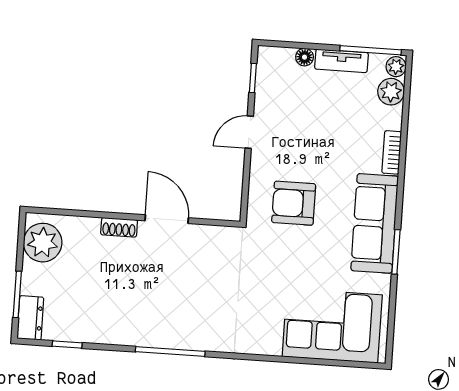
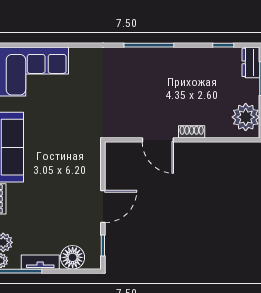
floor lamp: (305, 57) -> (73, 257), width x1.89, depth x1.89
door: (249, 132) -> (103, 206), width x1.38
armchair: (294, 203) -> (68, 158), removed

